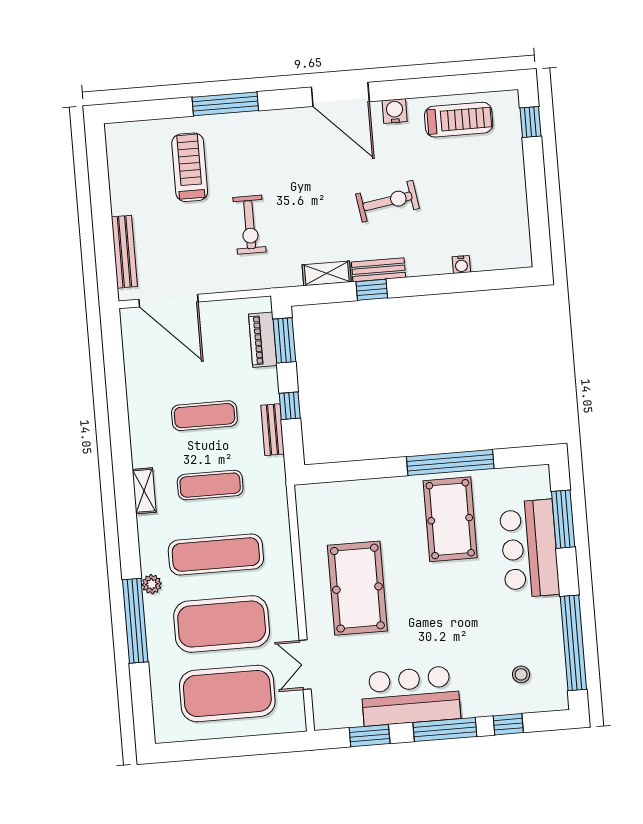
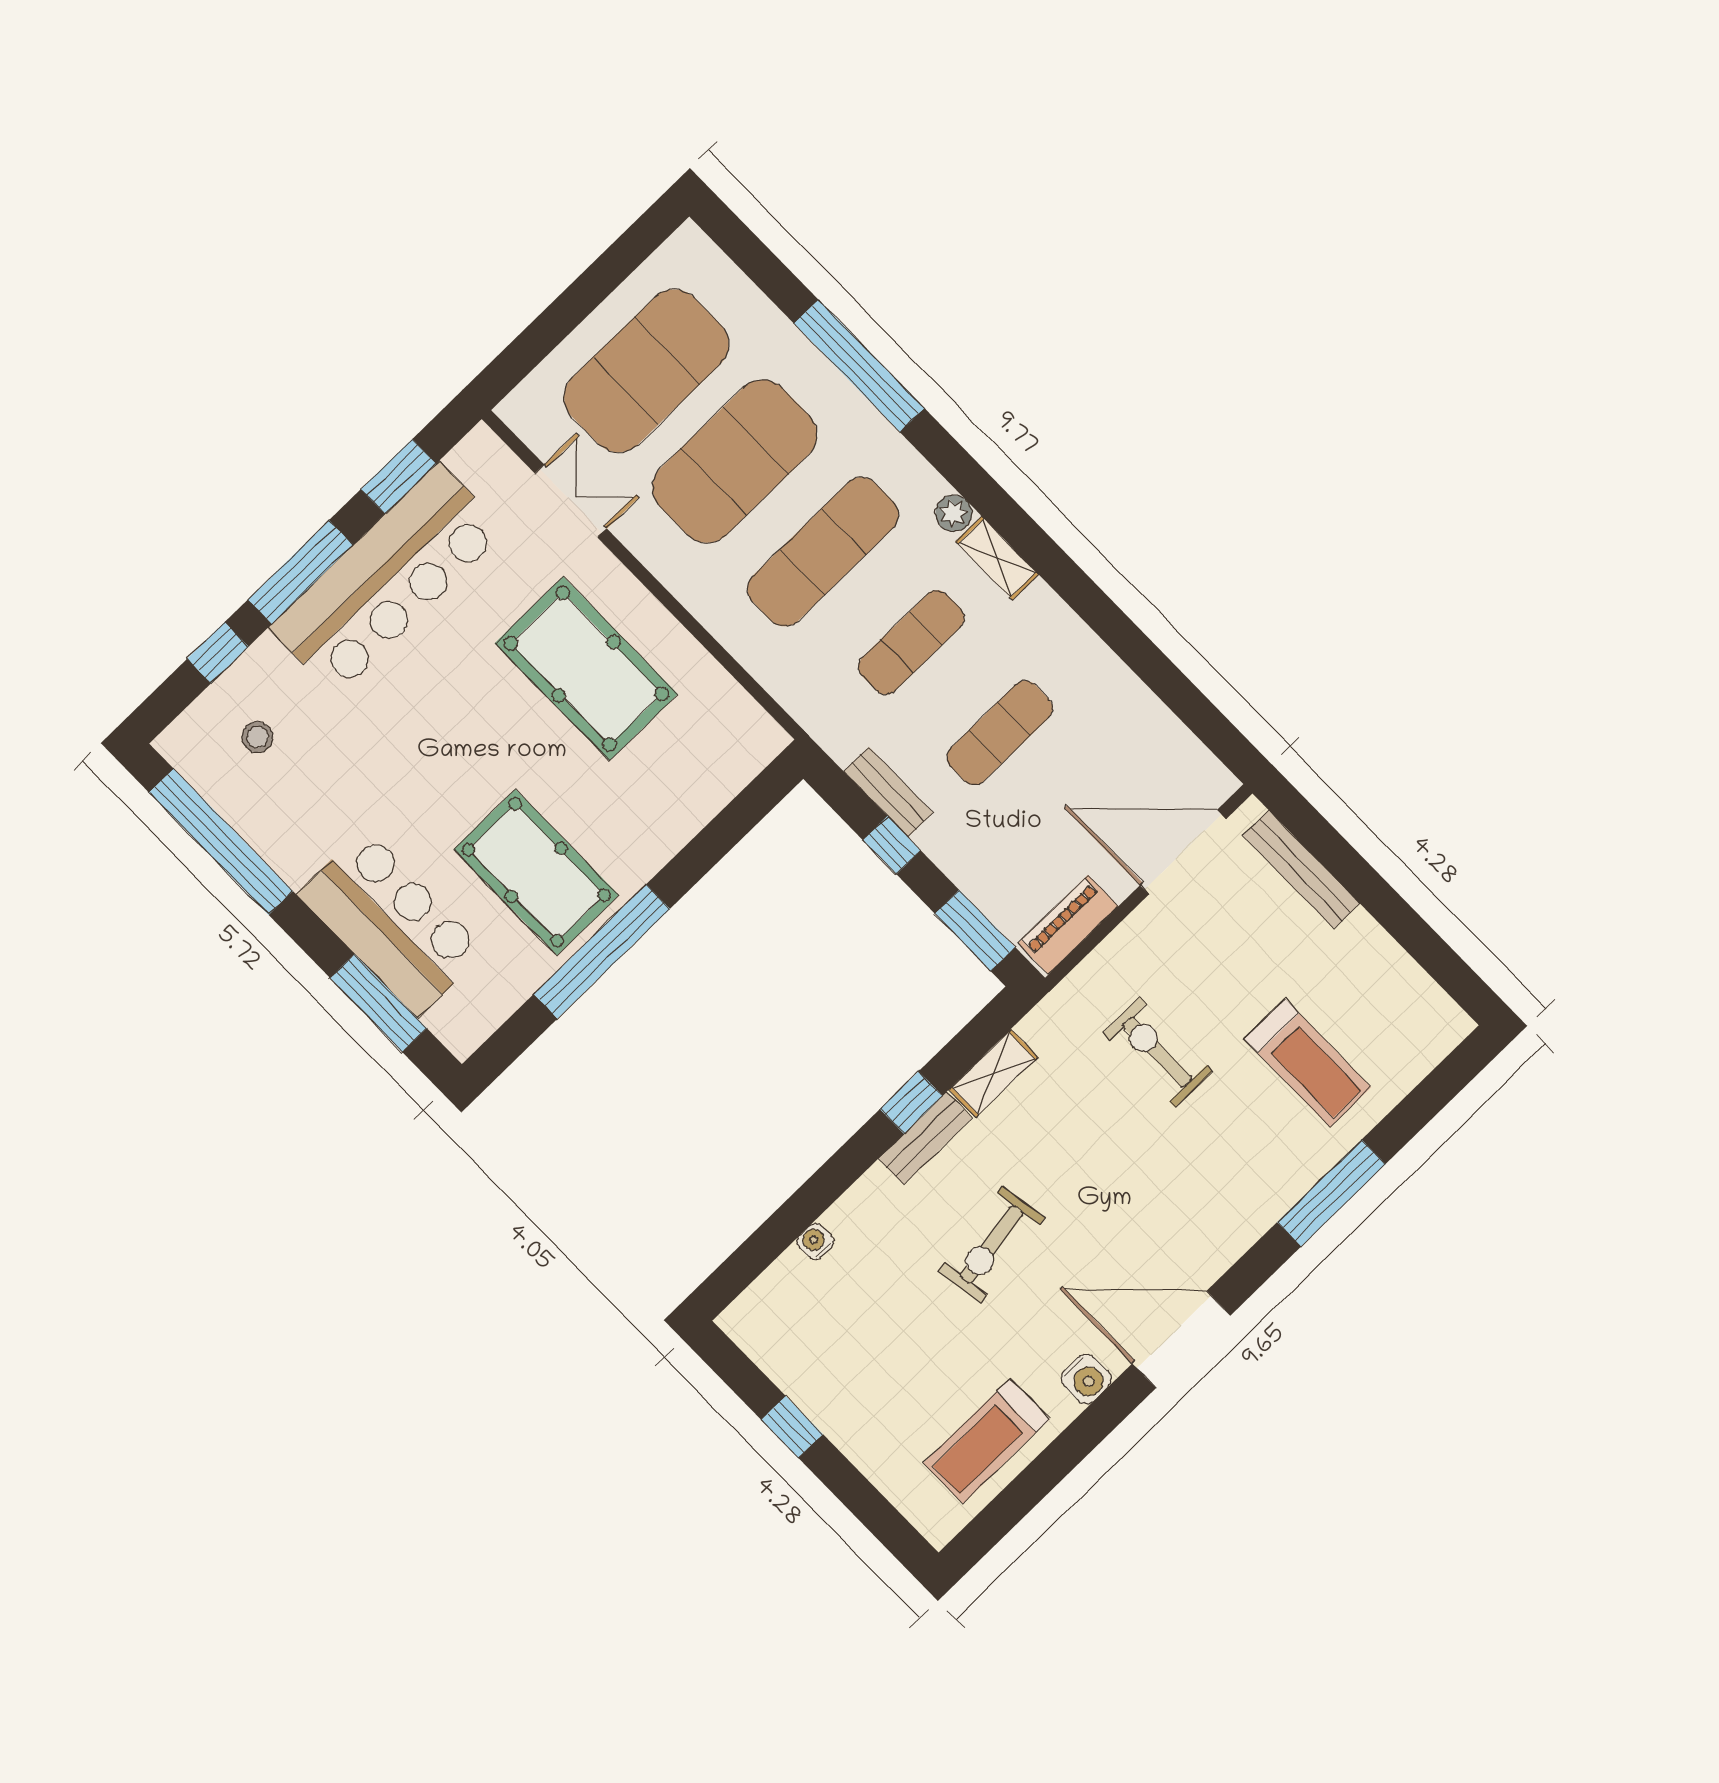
window: (530, 122) -> (792, 1427), moved
piano: (263, 340) -> (1068, 925), moved, turned -90
plant: (152, 584) -> (954, 513), moved
bar counter: (410, 696) -> (387, 579), width x1.36

